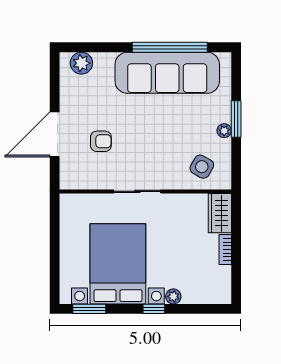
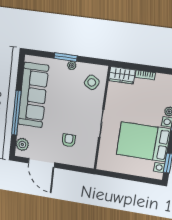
window: (170, 47) -> (16, 113), moved
door: (55, 134) -> (41, 163), moved

